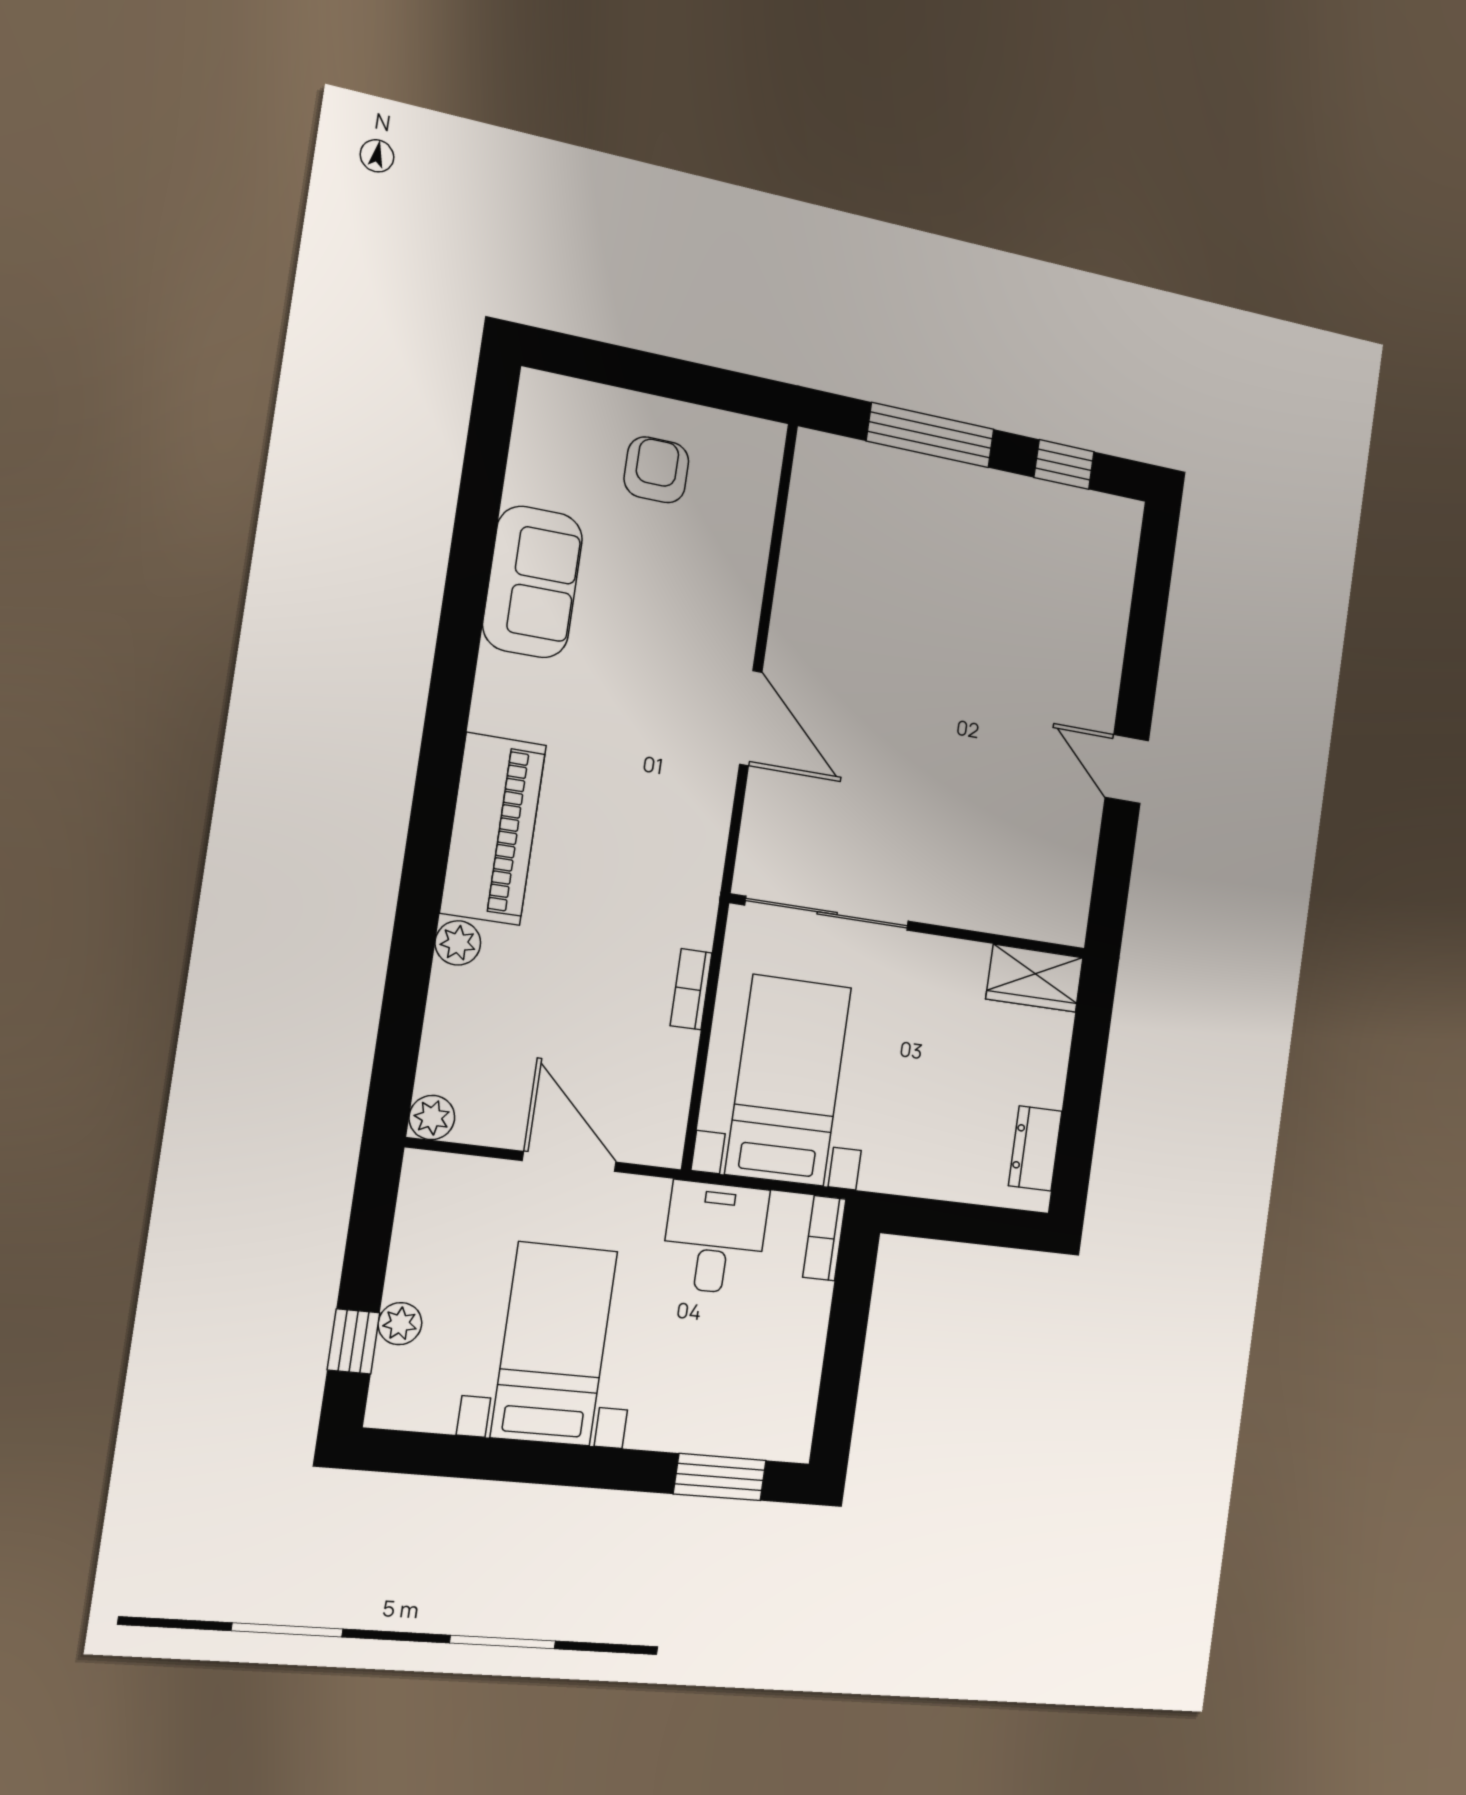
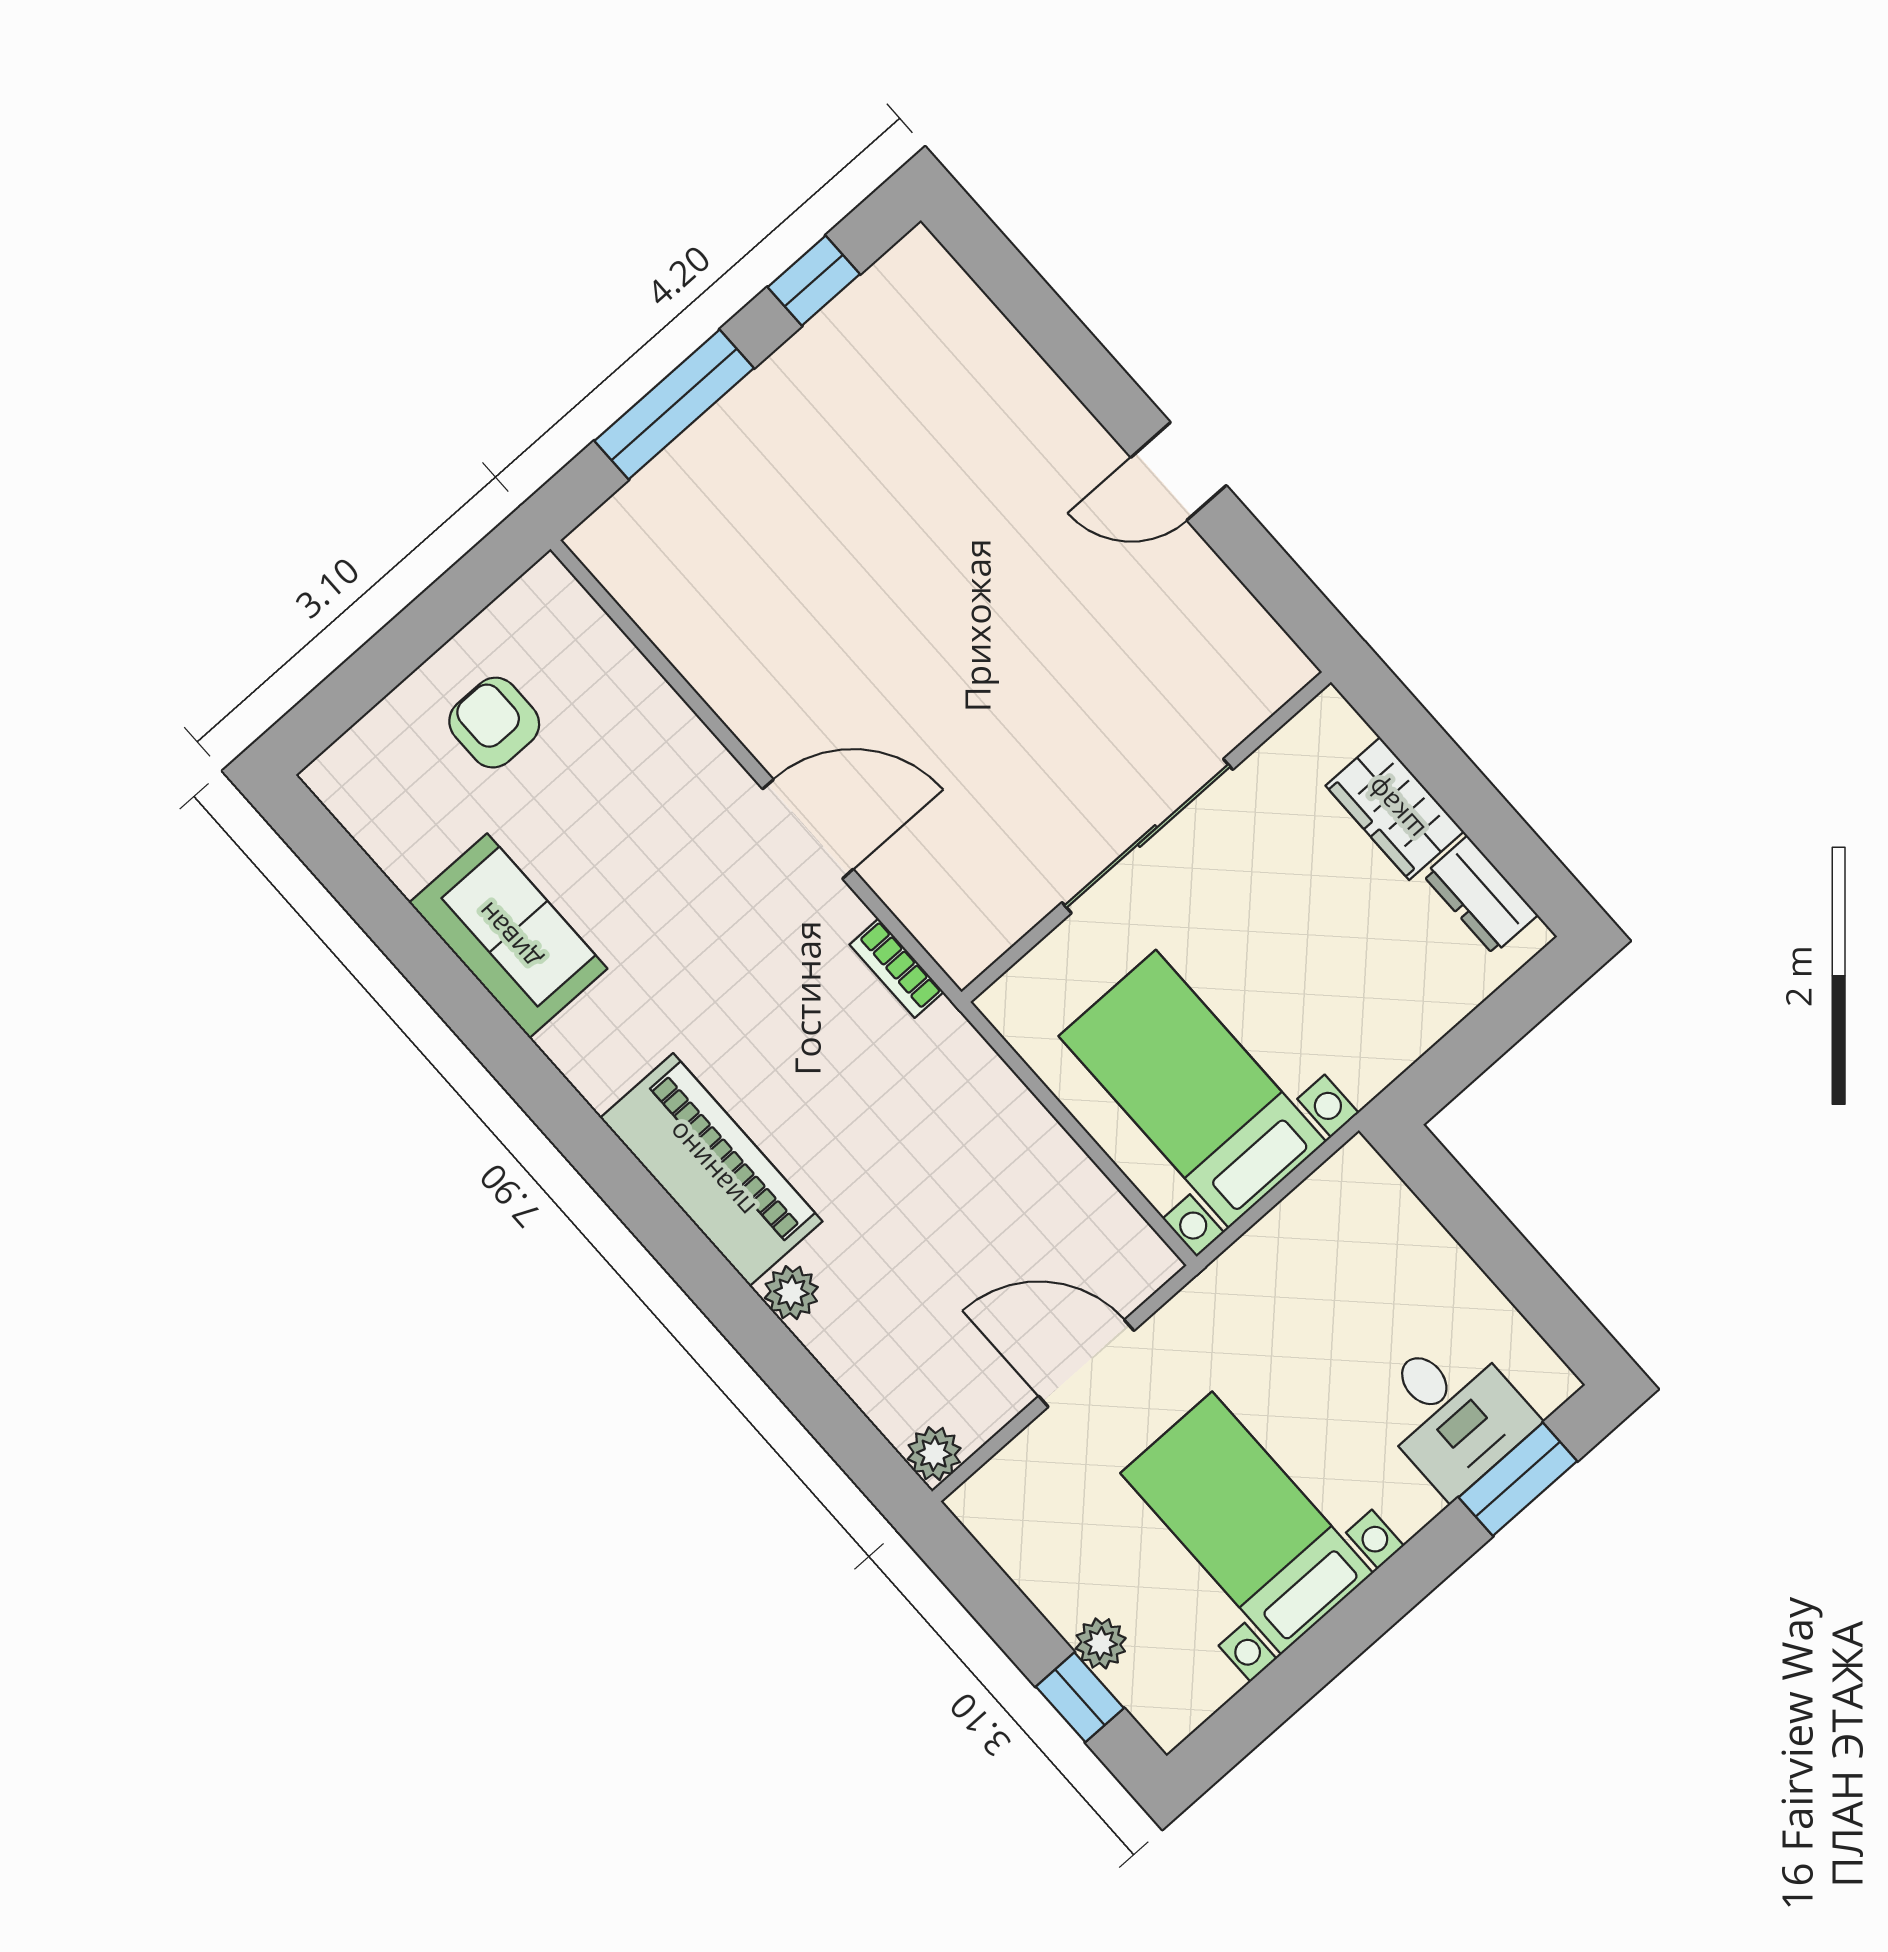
sliding door: (827, 913) -> (1147, 836), moved
wardrobe: (1035, 978) -> (1395, 809), moved, turned 90
bookcase: (691, 989) -> (897, 968), moved
desk: (715, 1238) -> (1452, 1413), moved, turned 180
bookcase: (824, 1238) -> (1378, 1184), removed

